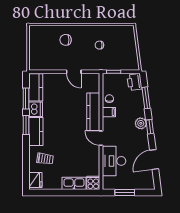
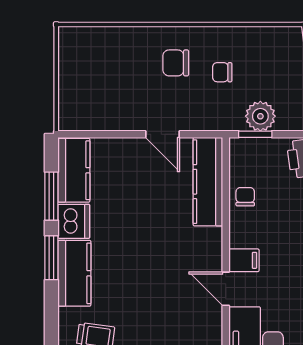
chair: (66, 40) -> (176, 63), moved
plant: (116, 64) -> (260, 116), added
kitchen counter: (93, 112) -> (208, 182), moved
filing cabinet: (109, 112) -> (244, 260), moved

